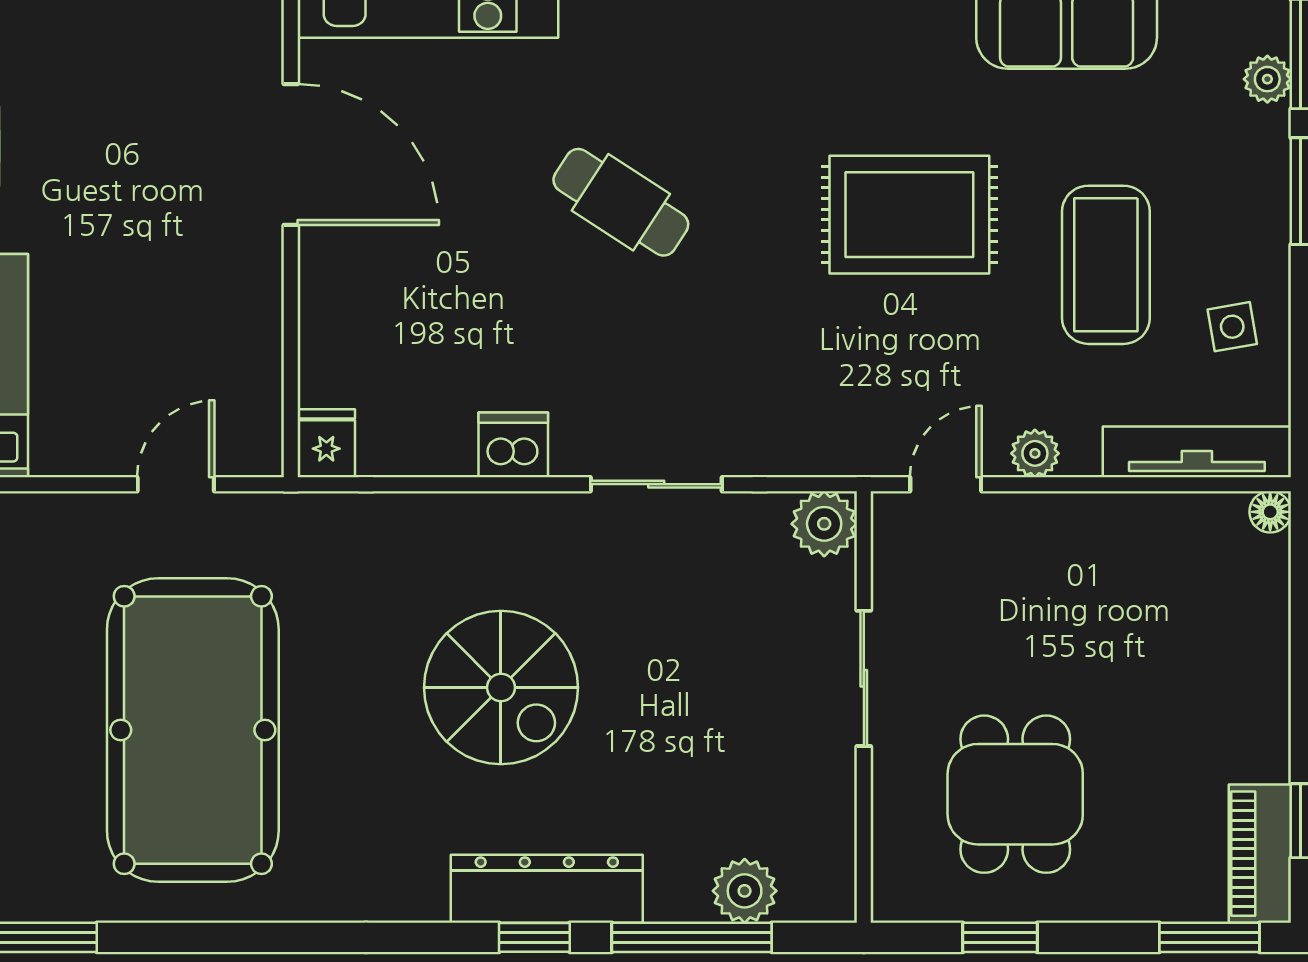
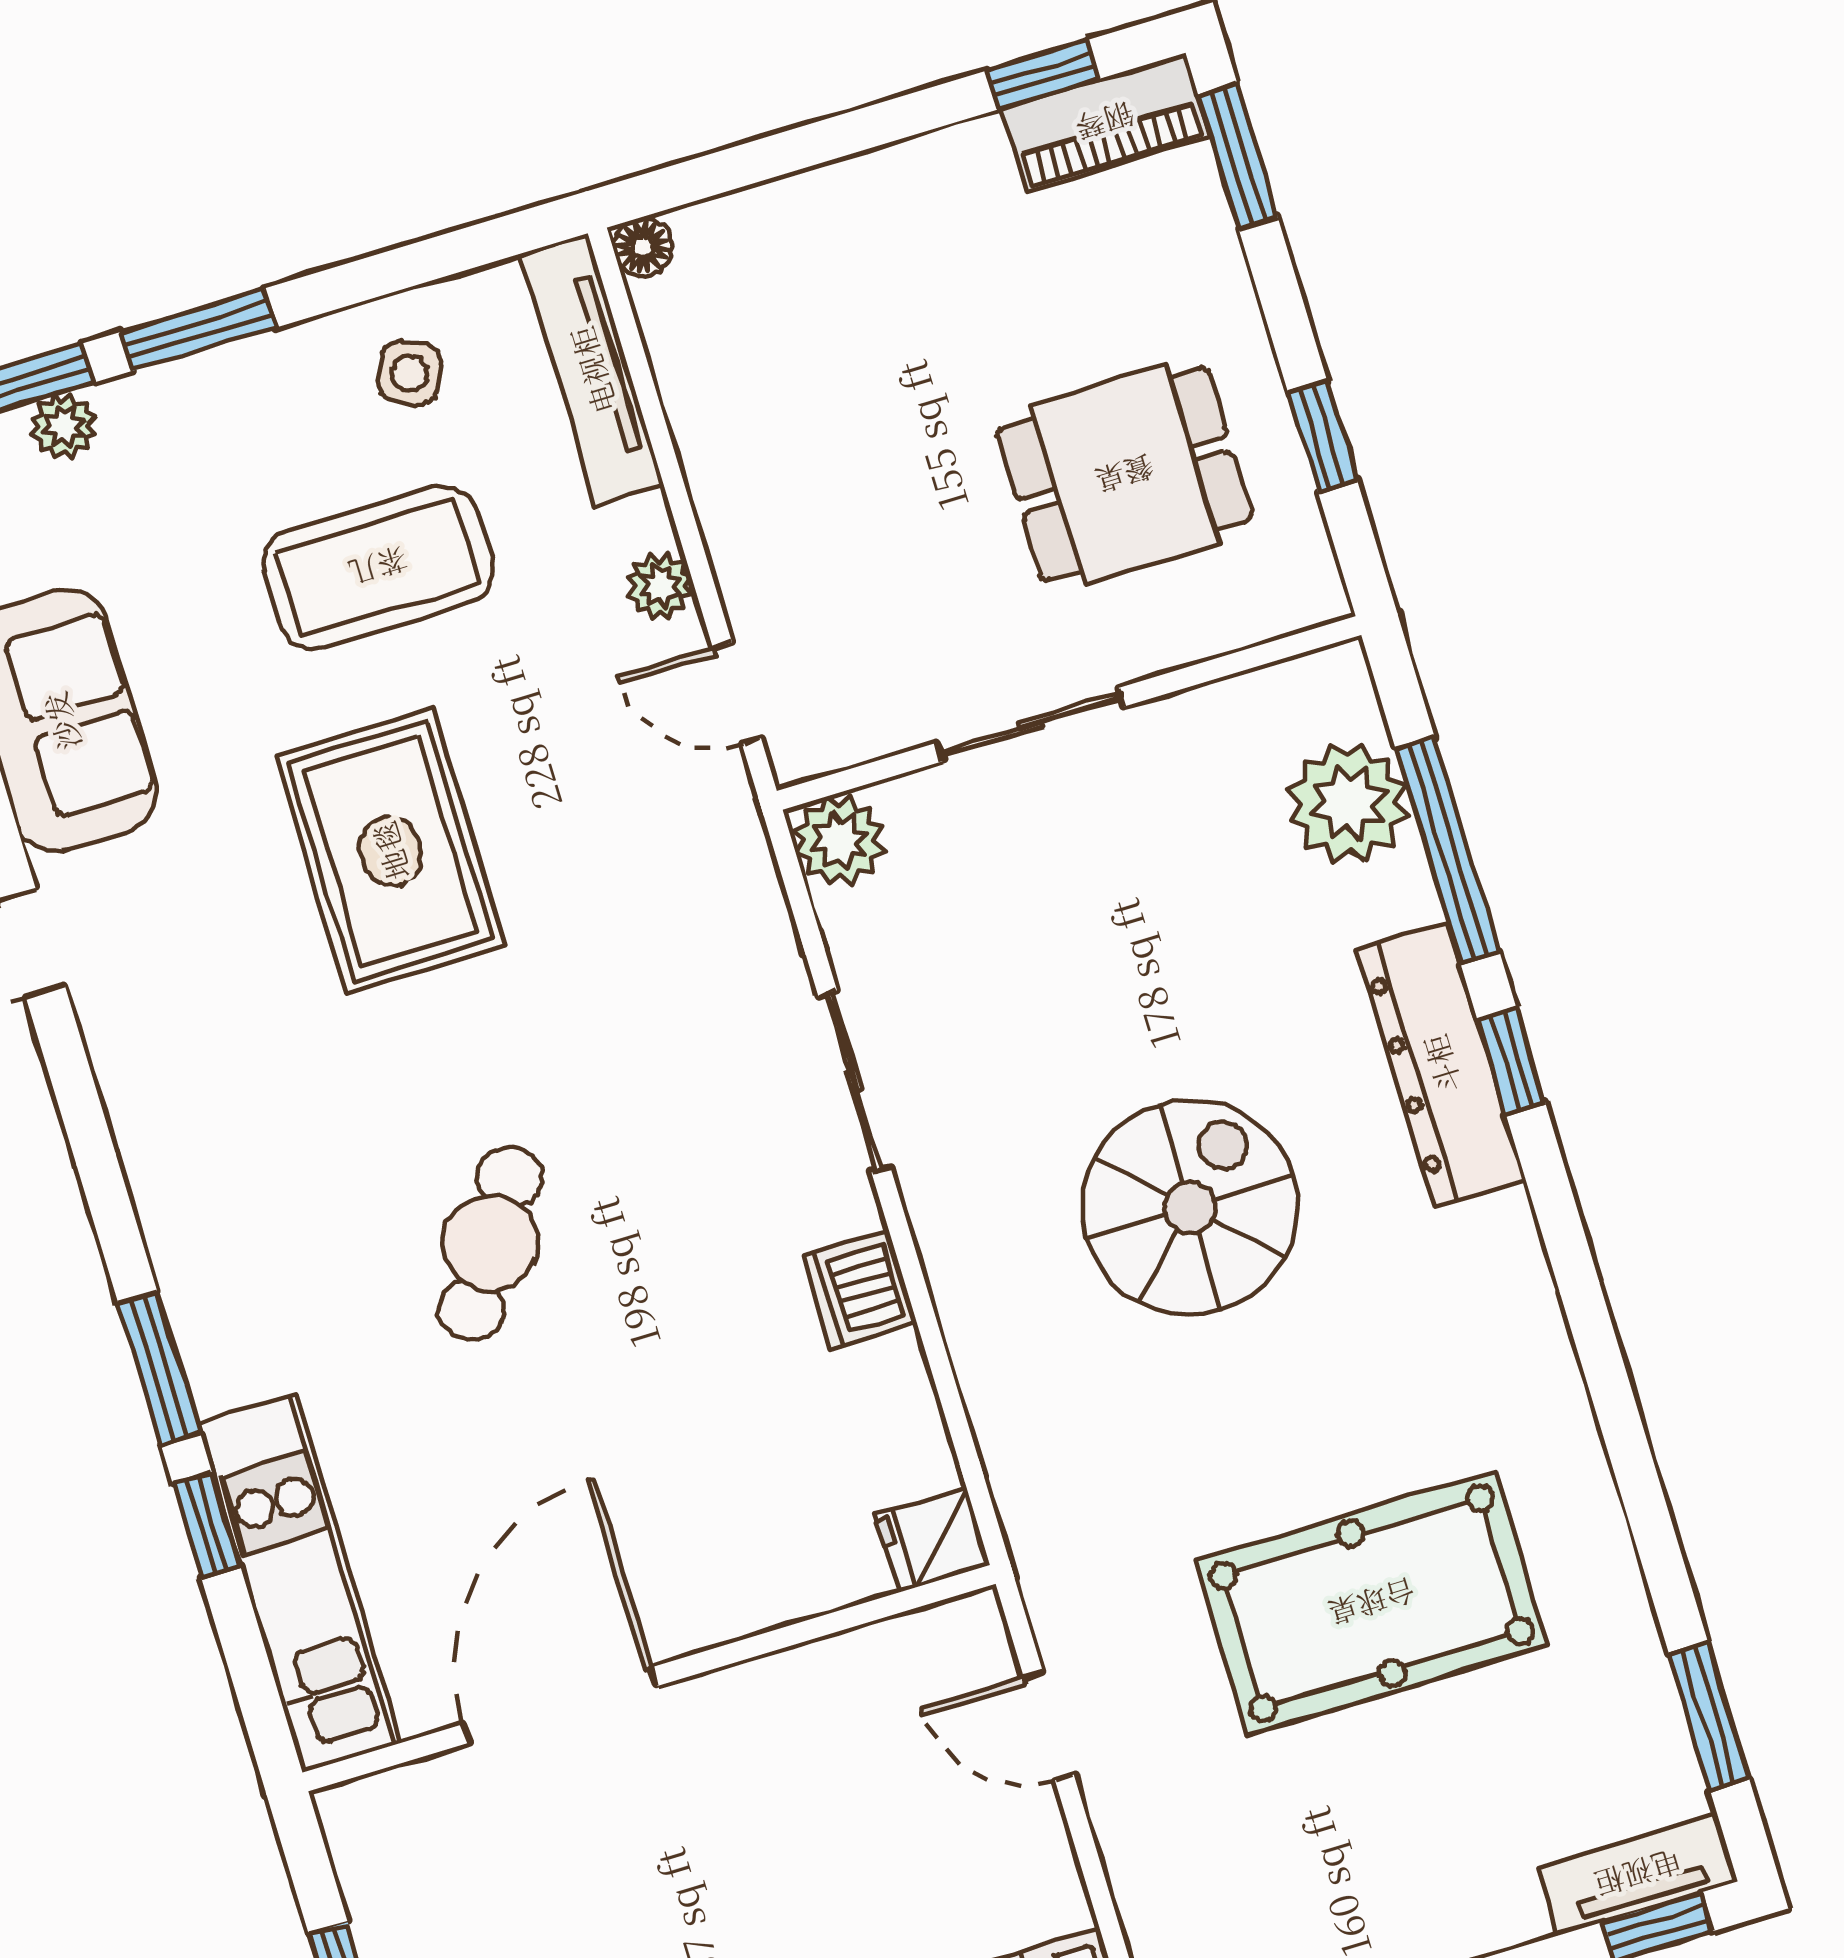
side table: (1232, 327) -> (410, 373), turned 36
pool table: (193, 730) -> (1372, 1603), width x0.73, depth x0.76
plant: (745, 891) -> (1348, 803), width x1.36, depth x1.36

